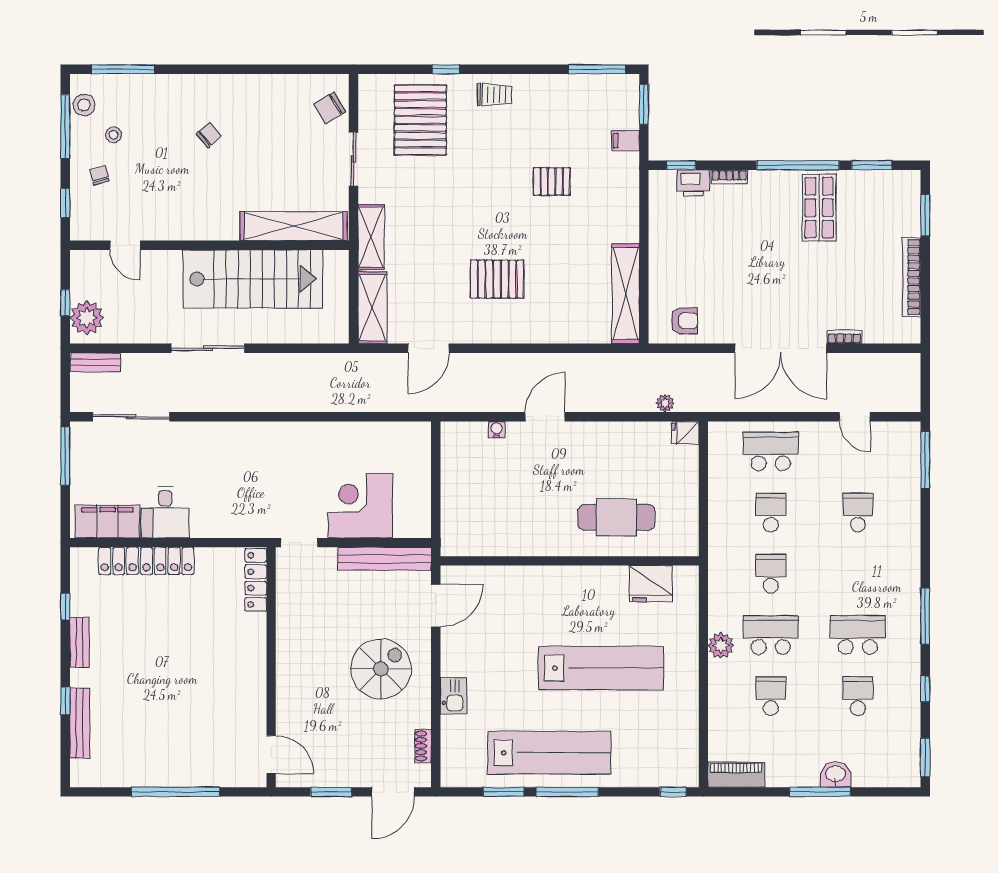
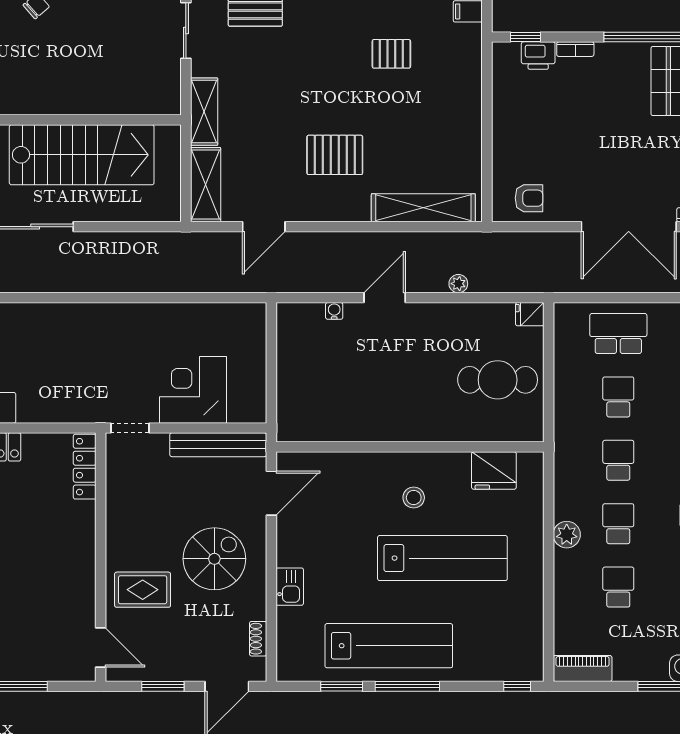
shelving: (293, 226) -> (124, 100), removed
shelving: (626, 294) -> (423, 208), moved, turned 90
plant: (665, 403) -> (458, 284), moved
cafe table: (616, 517) -> (498, 380), moved
stool: (573, 610) -> (414, 498), added
school desk: (771, 635) -> (618, 524), width x0.54
rug: (312, 699) -> (143, 590), added

